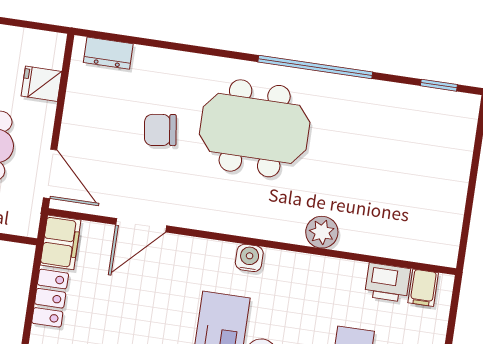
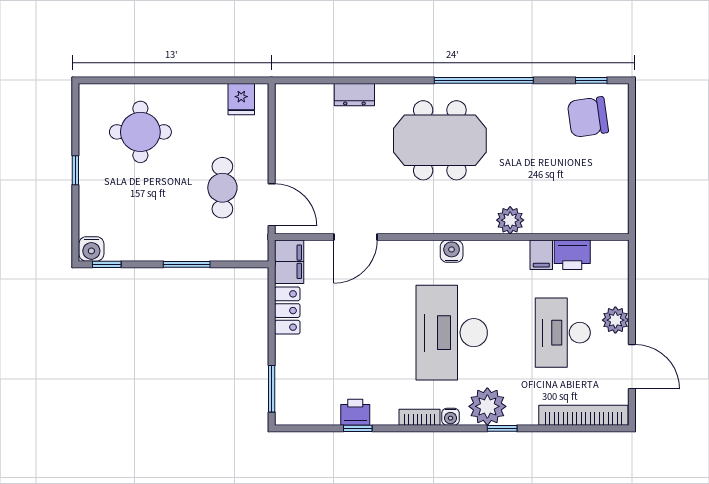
dresser: (108, 53) -> (354, 95), moved
fridge: (42, 84) -> (241, 99), moved, turned -90
chair: (160, 130) -> (588, 117), moved, width x1.37, depth x1.37
filing cabinet: (423, 288) -> (541, 255), moved

